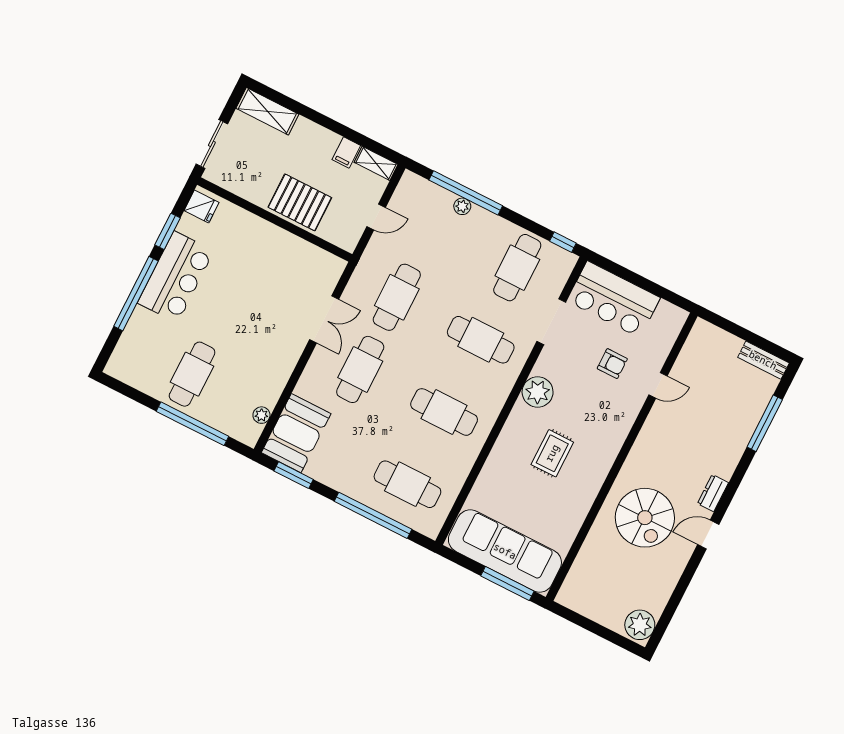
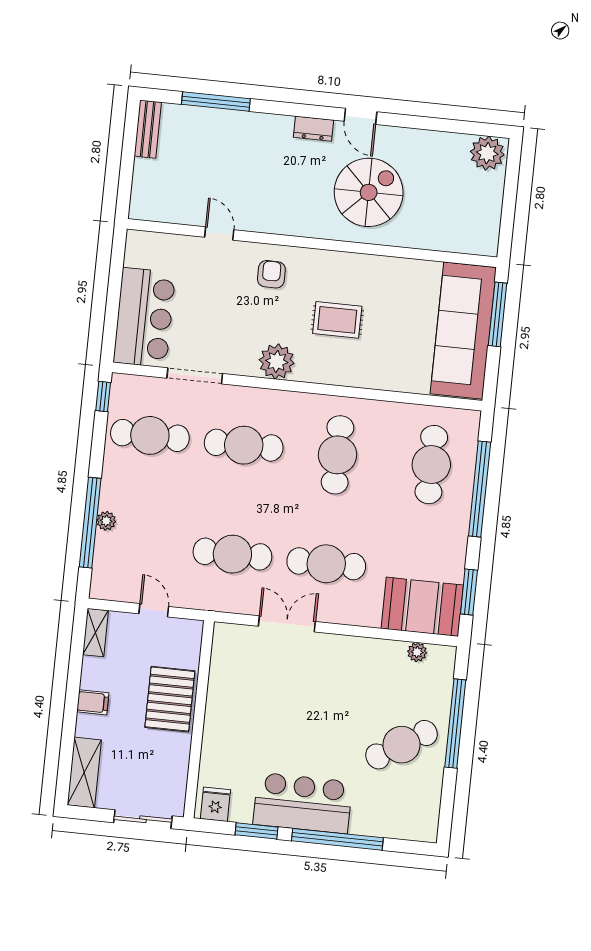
filing cabinet: (346, 153) -> (93, 702), moved
cafe table: (481, 340) -> (244, 445), turned 90
armchair: (612, 364) -> (271, 274), moved
cafe table: (192, 374) -> (401, 745), turned -32

